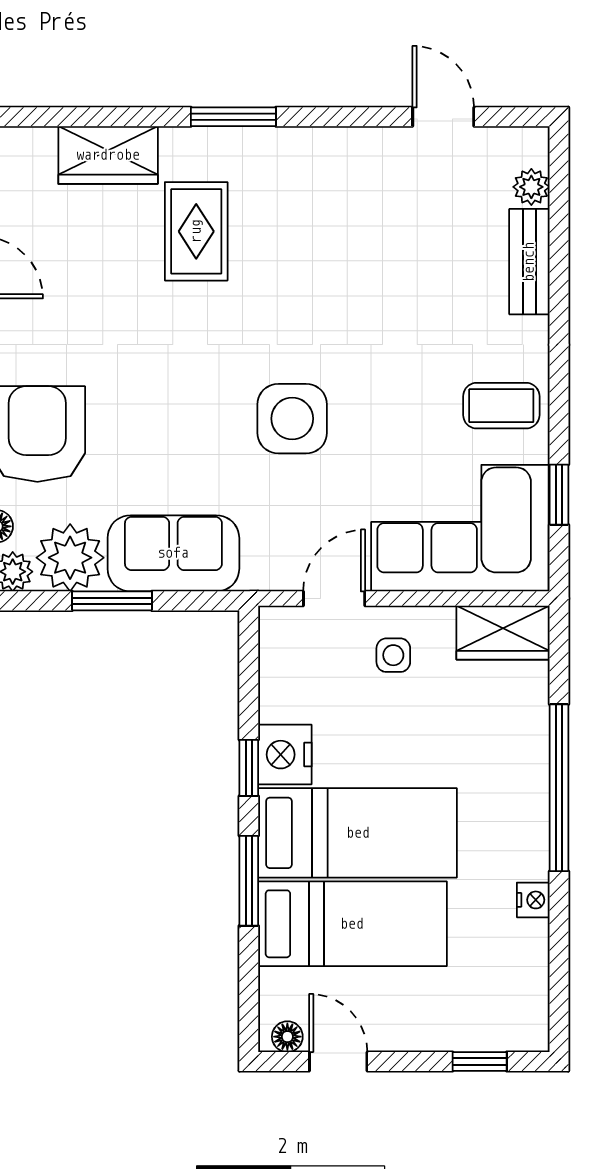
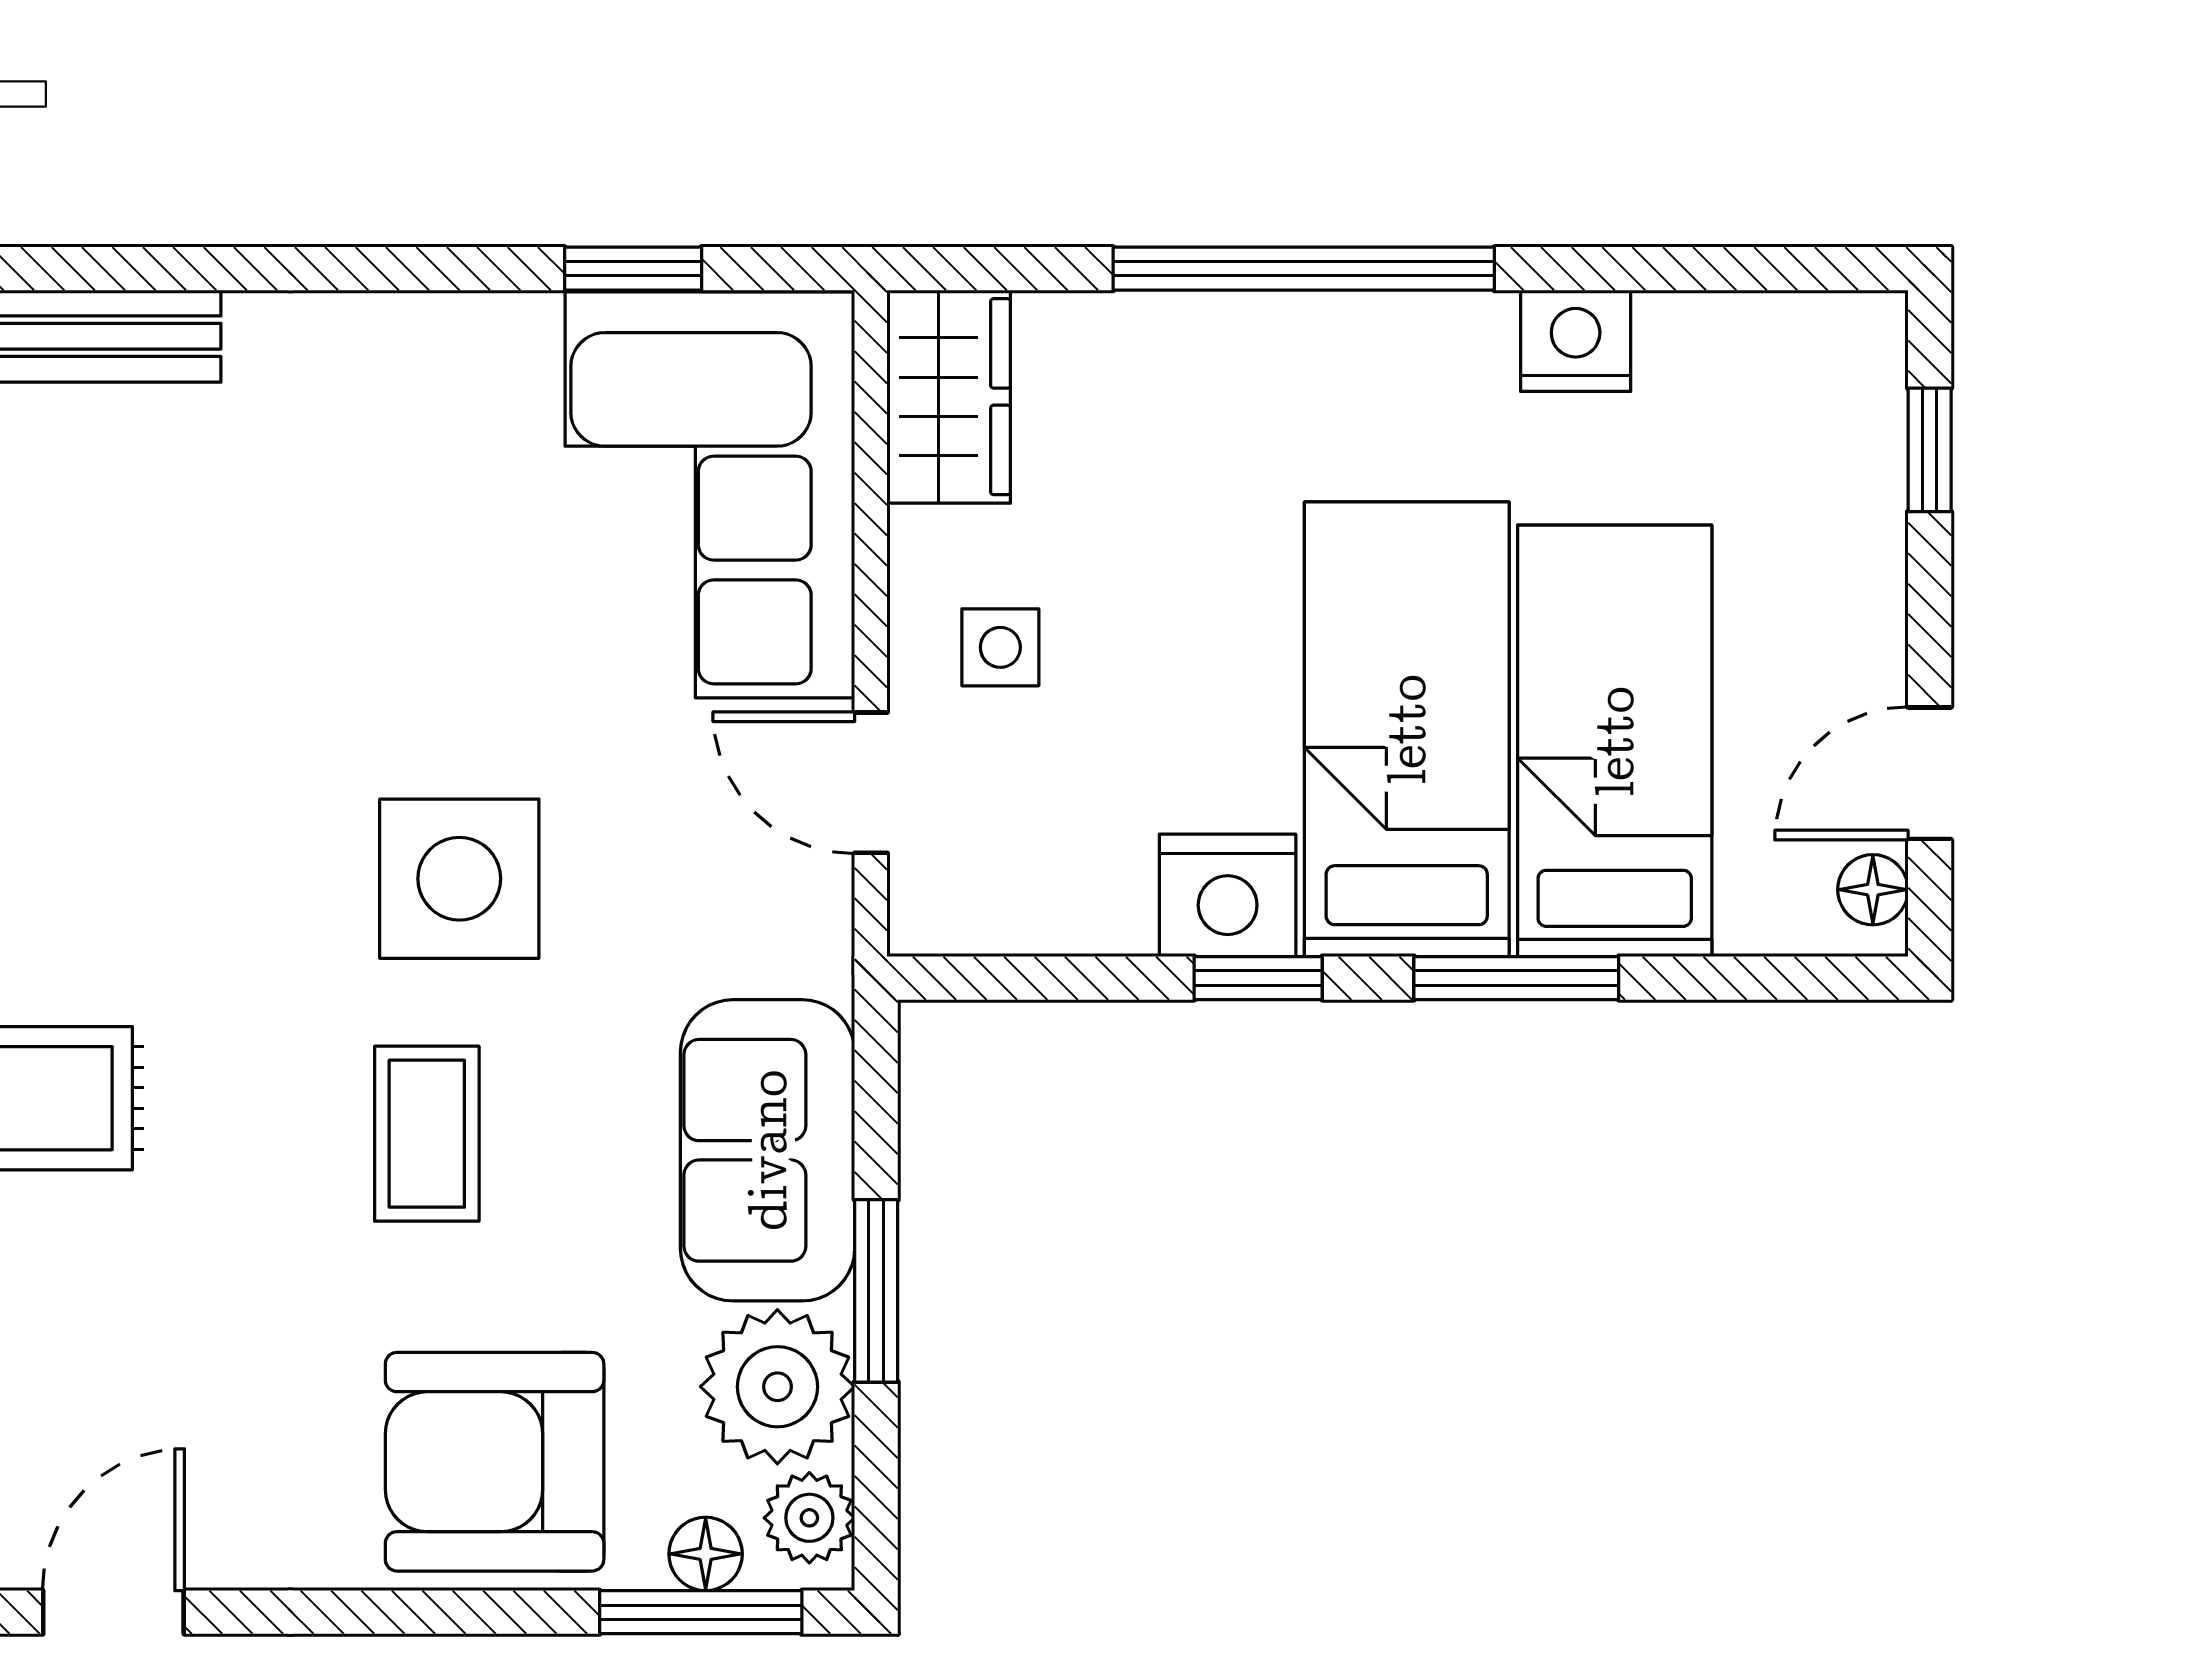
coffee table: (501, 406) -> (427, 1134), moved
nightstand: (533, 900) -> (1576, 341), width x1.39, depth x1.35

